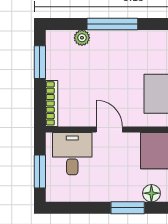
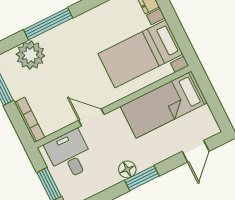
plant: (82, 38) -> (30, 55), width x1.88, depth x1.88
floor lamp: (151, 193) -> (127, 169), moved

